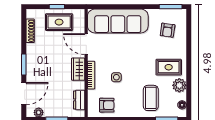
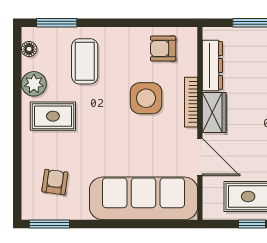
side table: (116, 77) -> (146, 98), width x1.87, depth x1.87
dresser: (79, 100) -> (212, 65), width x1.44

